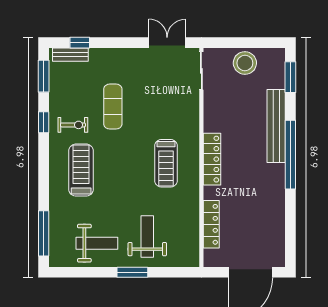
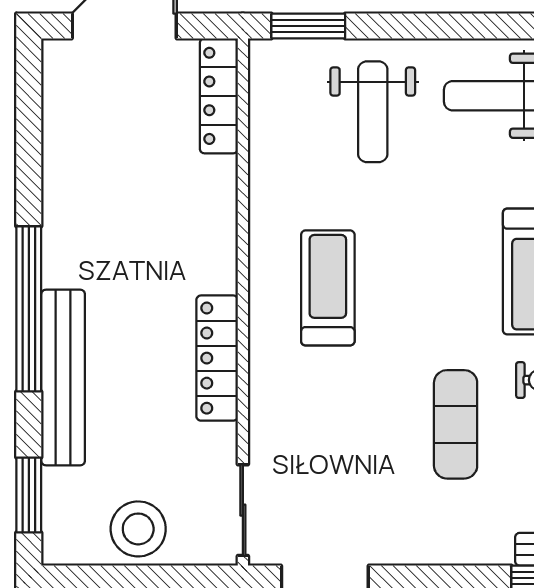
locker: (212, 159) -> (217, 358), moved
locker: (211, 224) -> (219, 96), moved
window: (132, 272) -> (308, 26), moved

